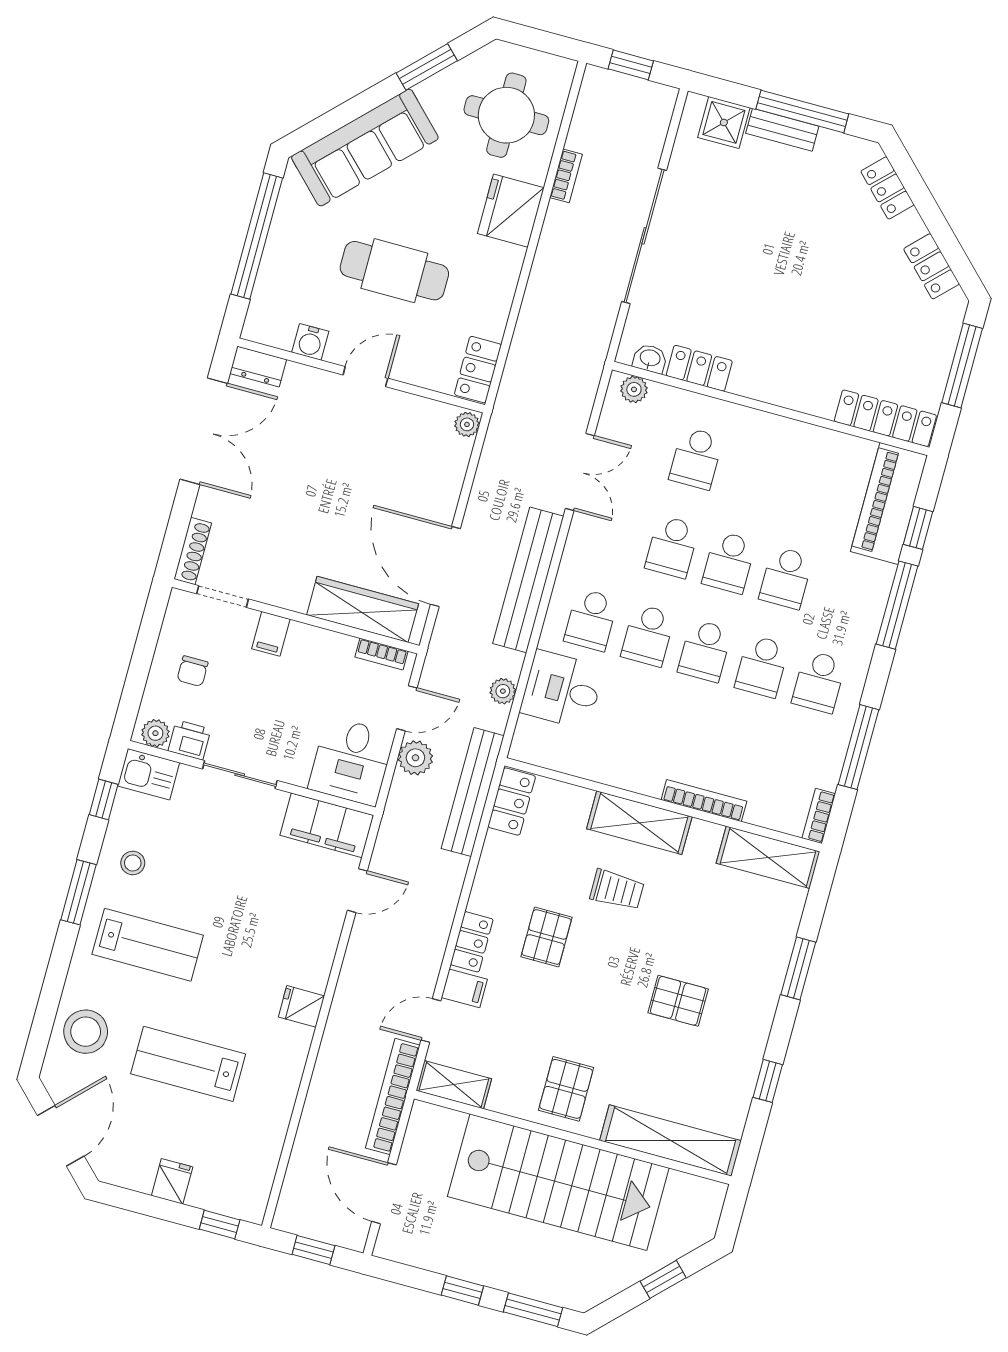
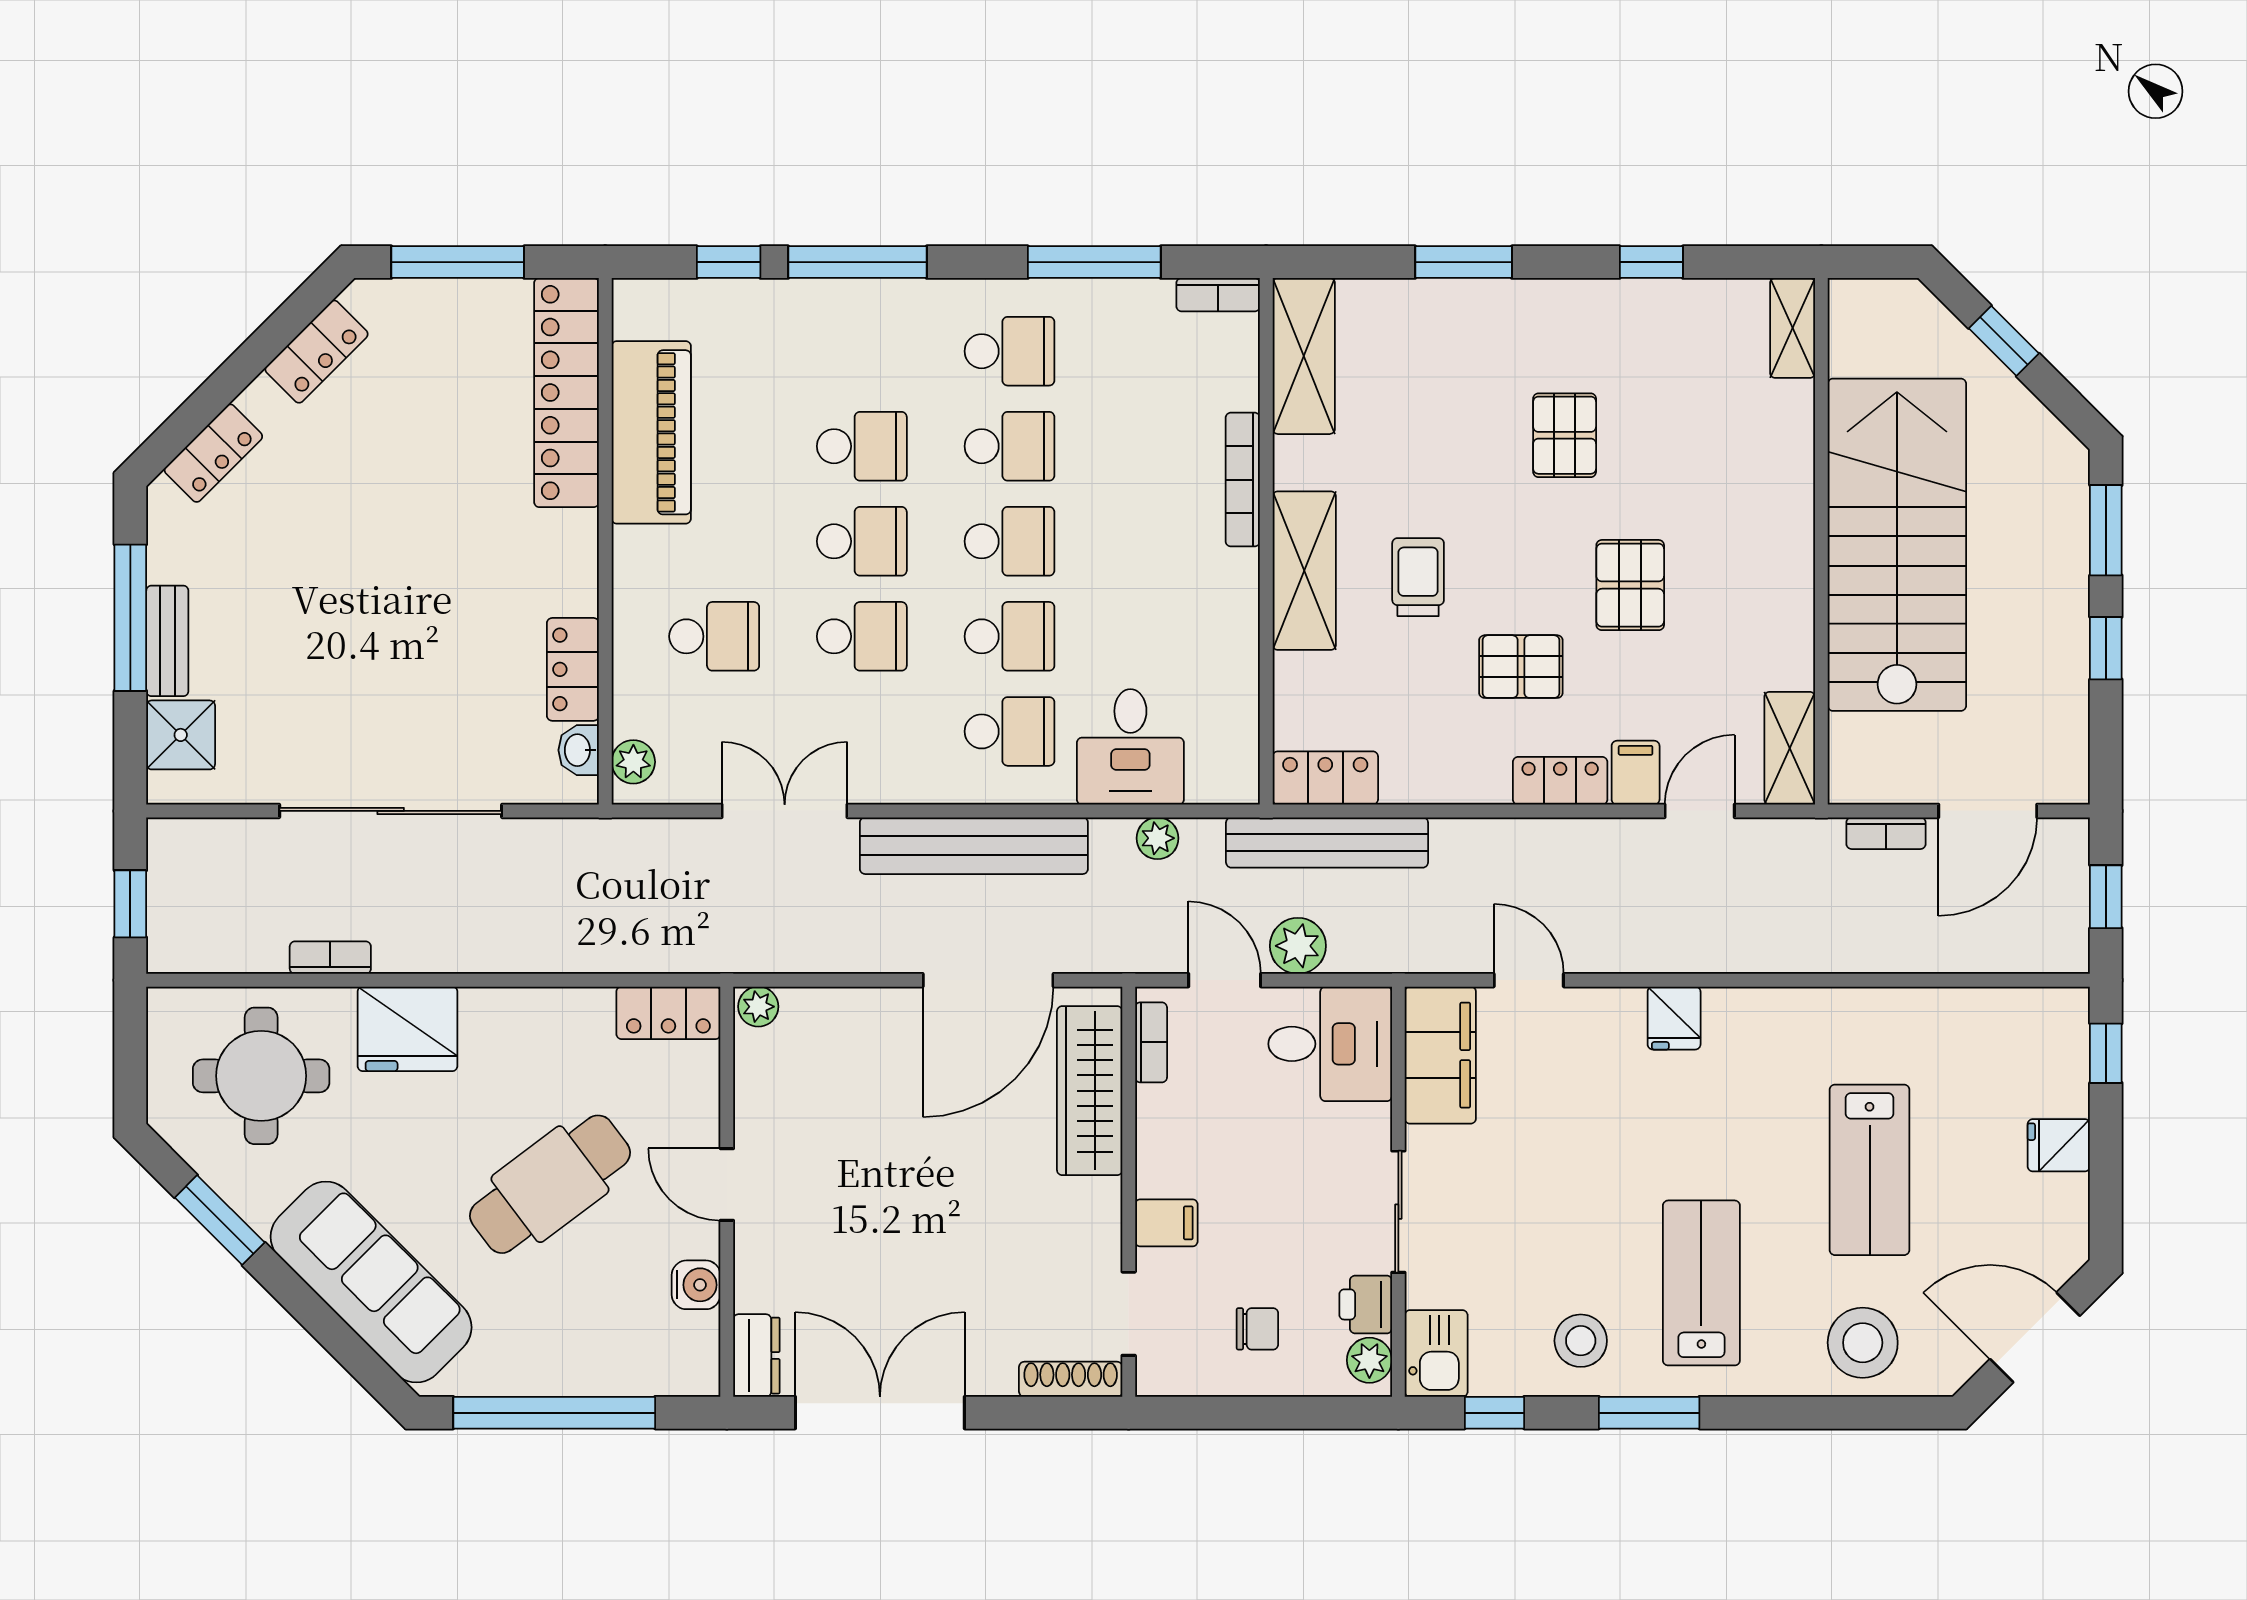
cafe table: (394, 271) -> (550, 1184), turned 53
locker: (885, 418) -> (566, 393), width x1.41, depth x1.21
piano: (889, 503) -> (651, 432), moved, turned -90
stool: (133, 863) -> (1581, 1341), width x1.37, depth x1.37
fridge: (301, 1006) -> (1674, 1018), moved
door: (431, 1021) -> (1700, 811), swing flipped
pallet: (566, 1089) -> (1630, 585), moved, turned 90
bookcase: (393, 1097) -> (1886, 833), width x0.43, depth x0.76
shelving: (671, 1141) -> (1793, 328), width x0.45, depth x0.75

